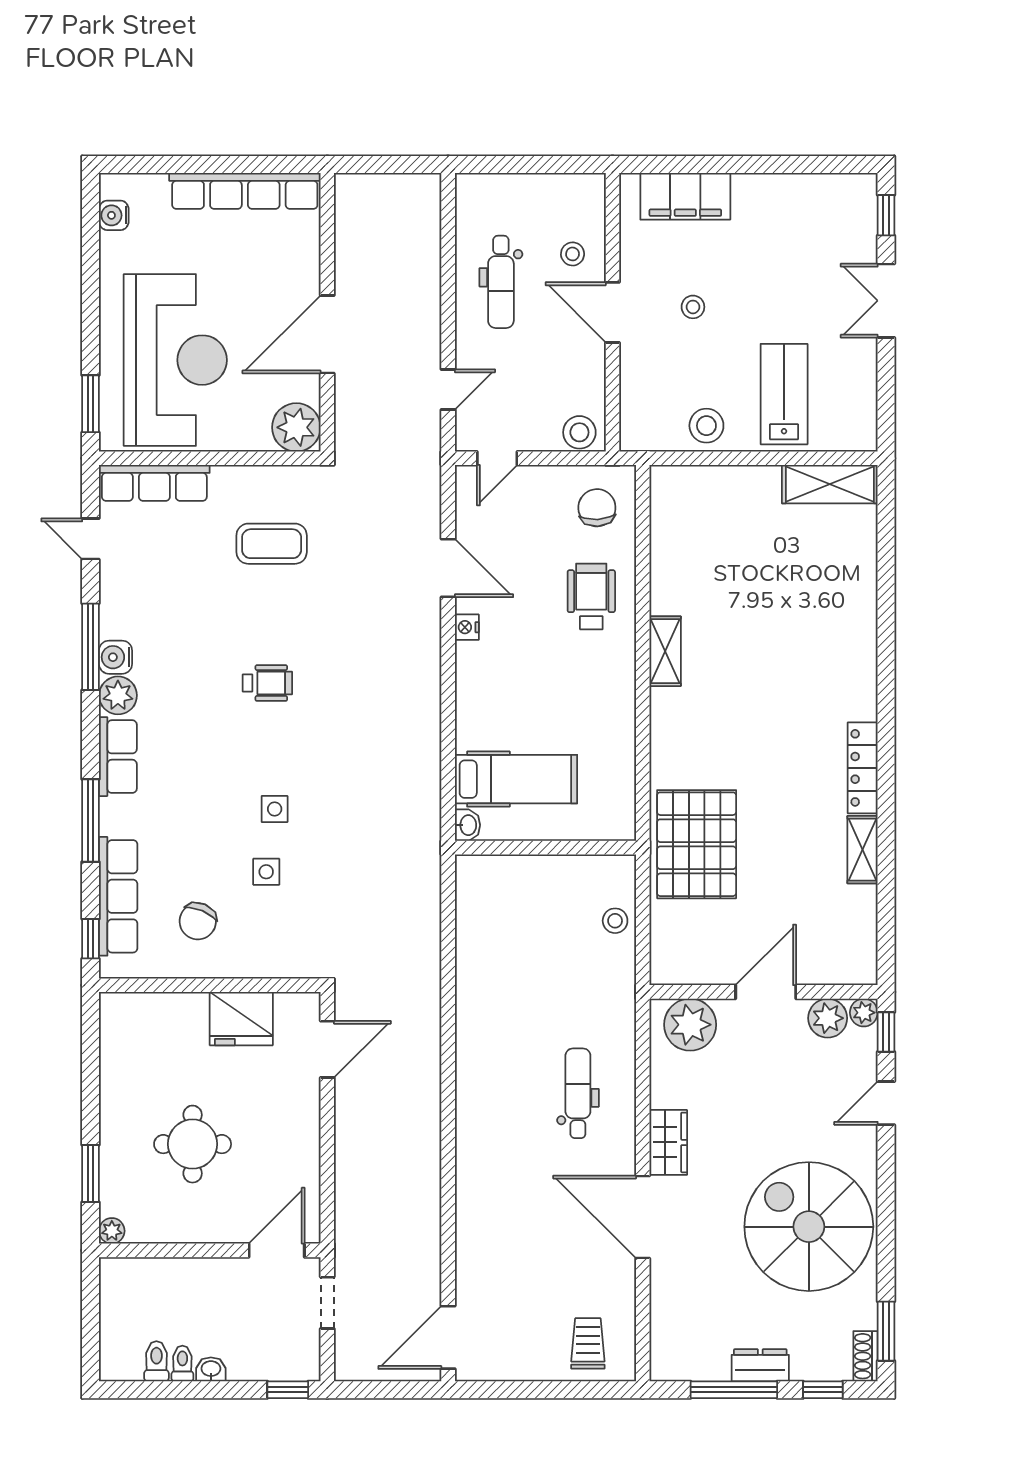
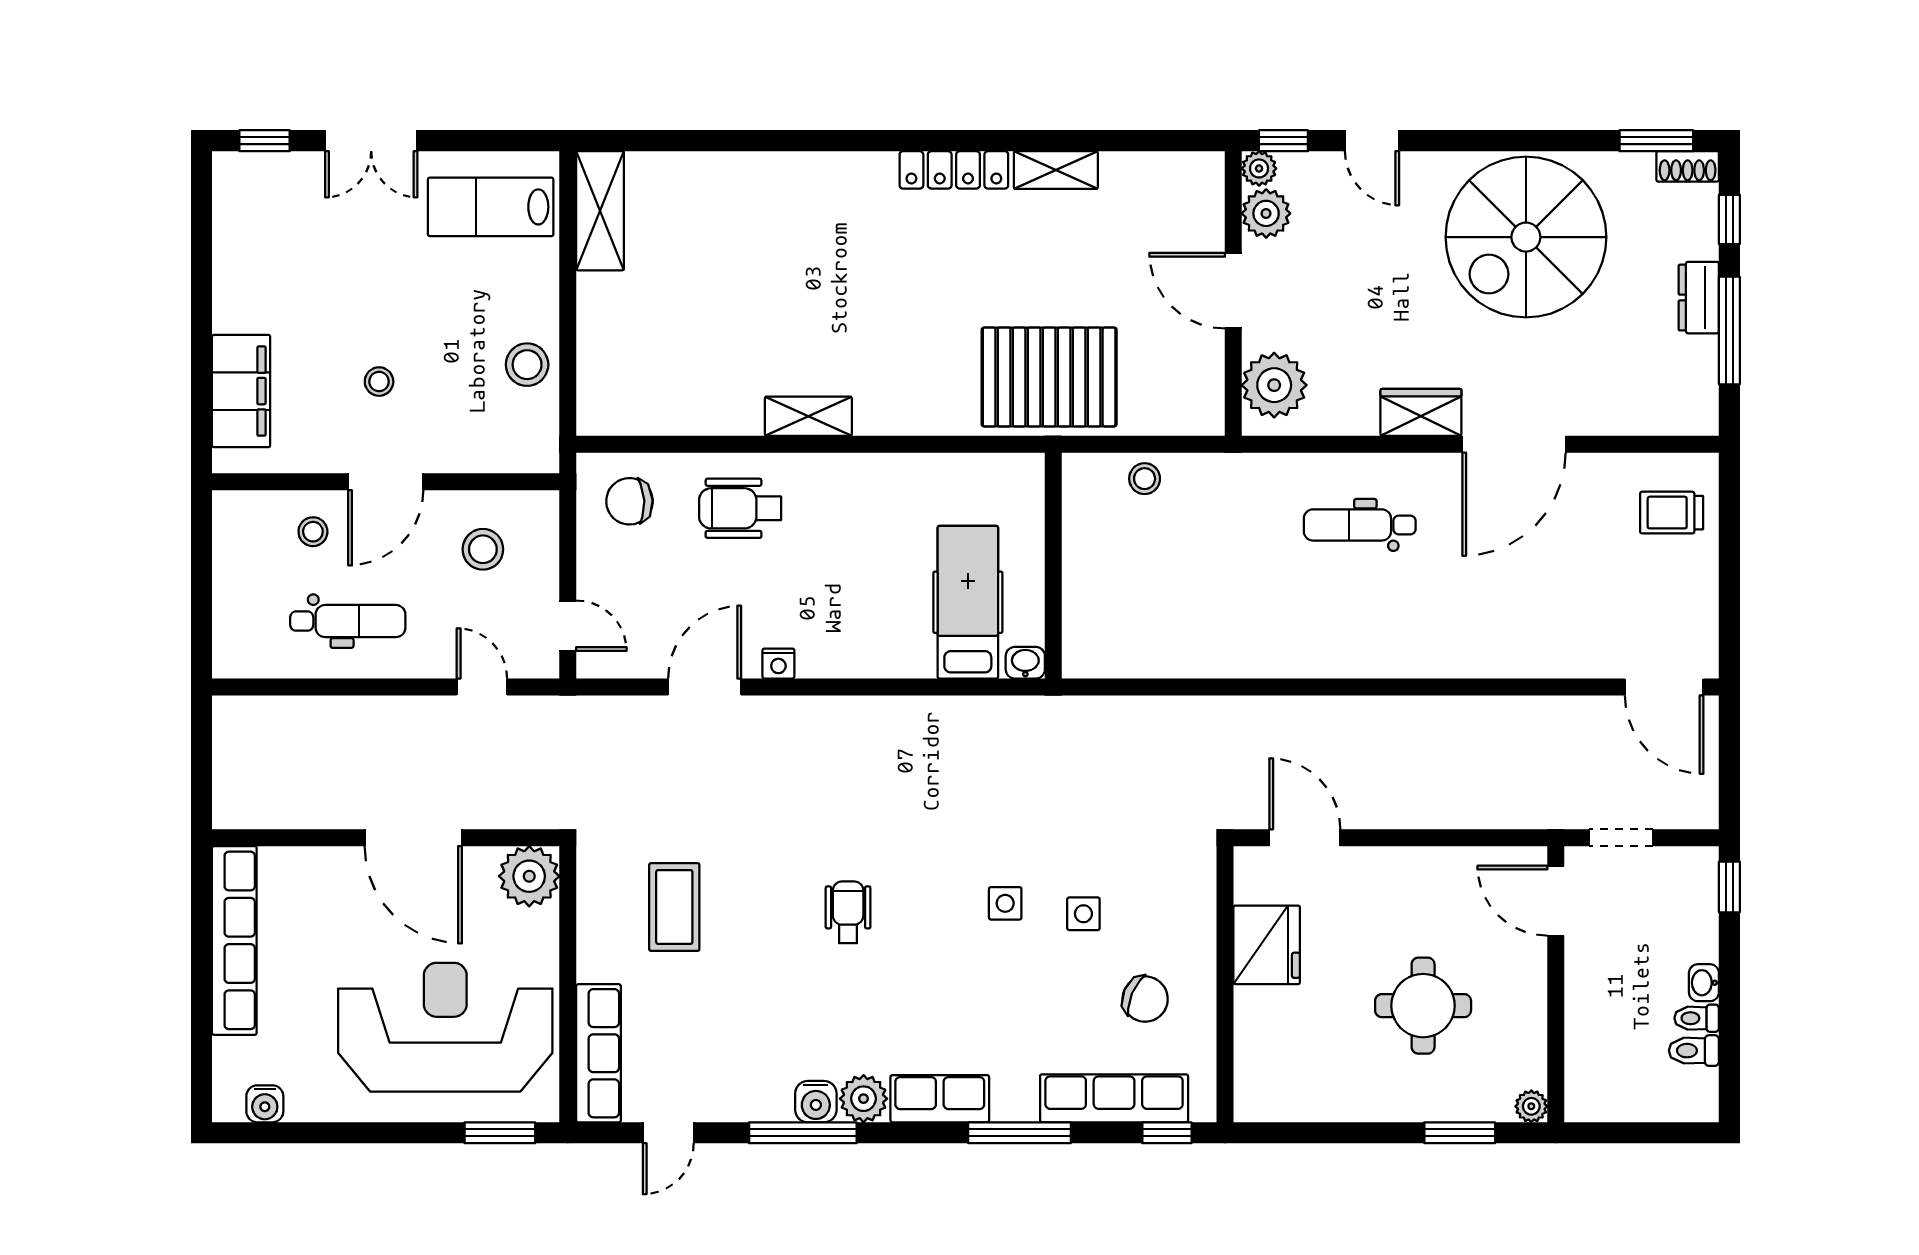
lab bench: (784, 394) -> (491, 207), moved
stool: (579, 432) -> (483, 549), moved

